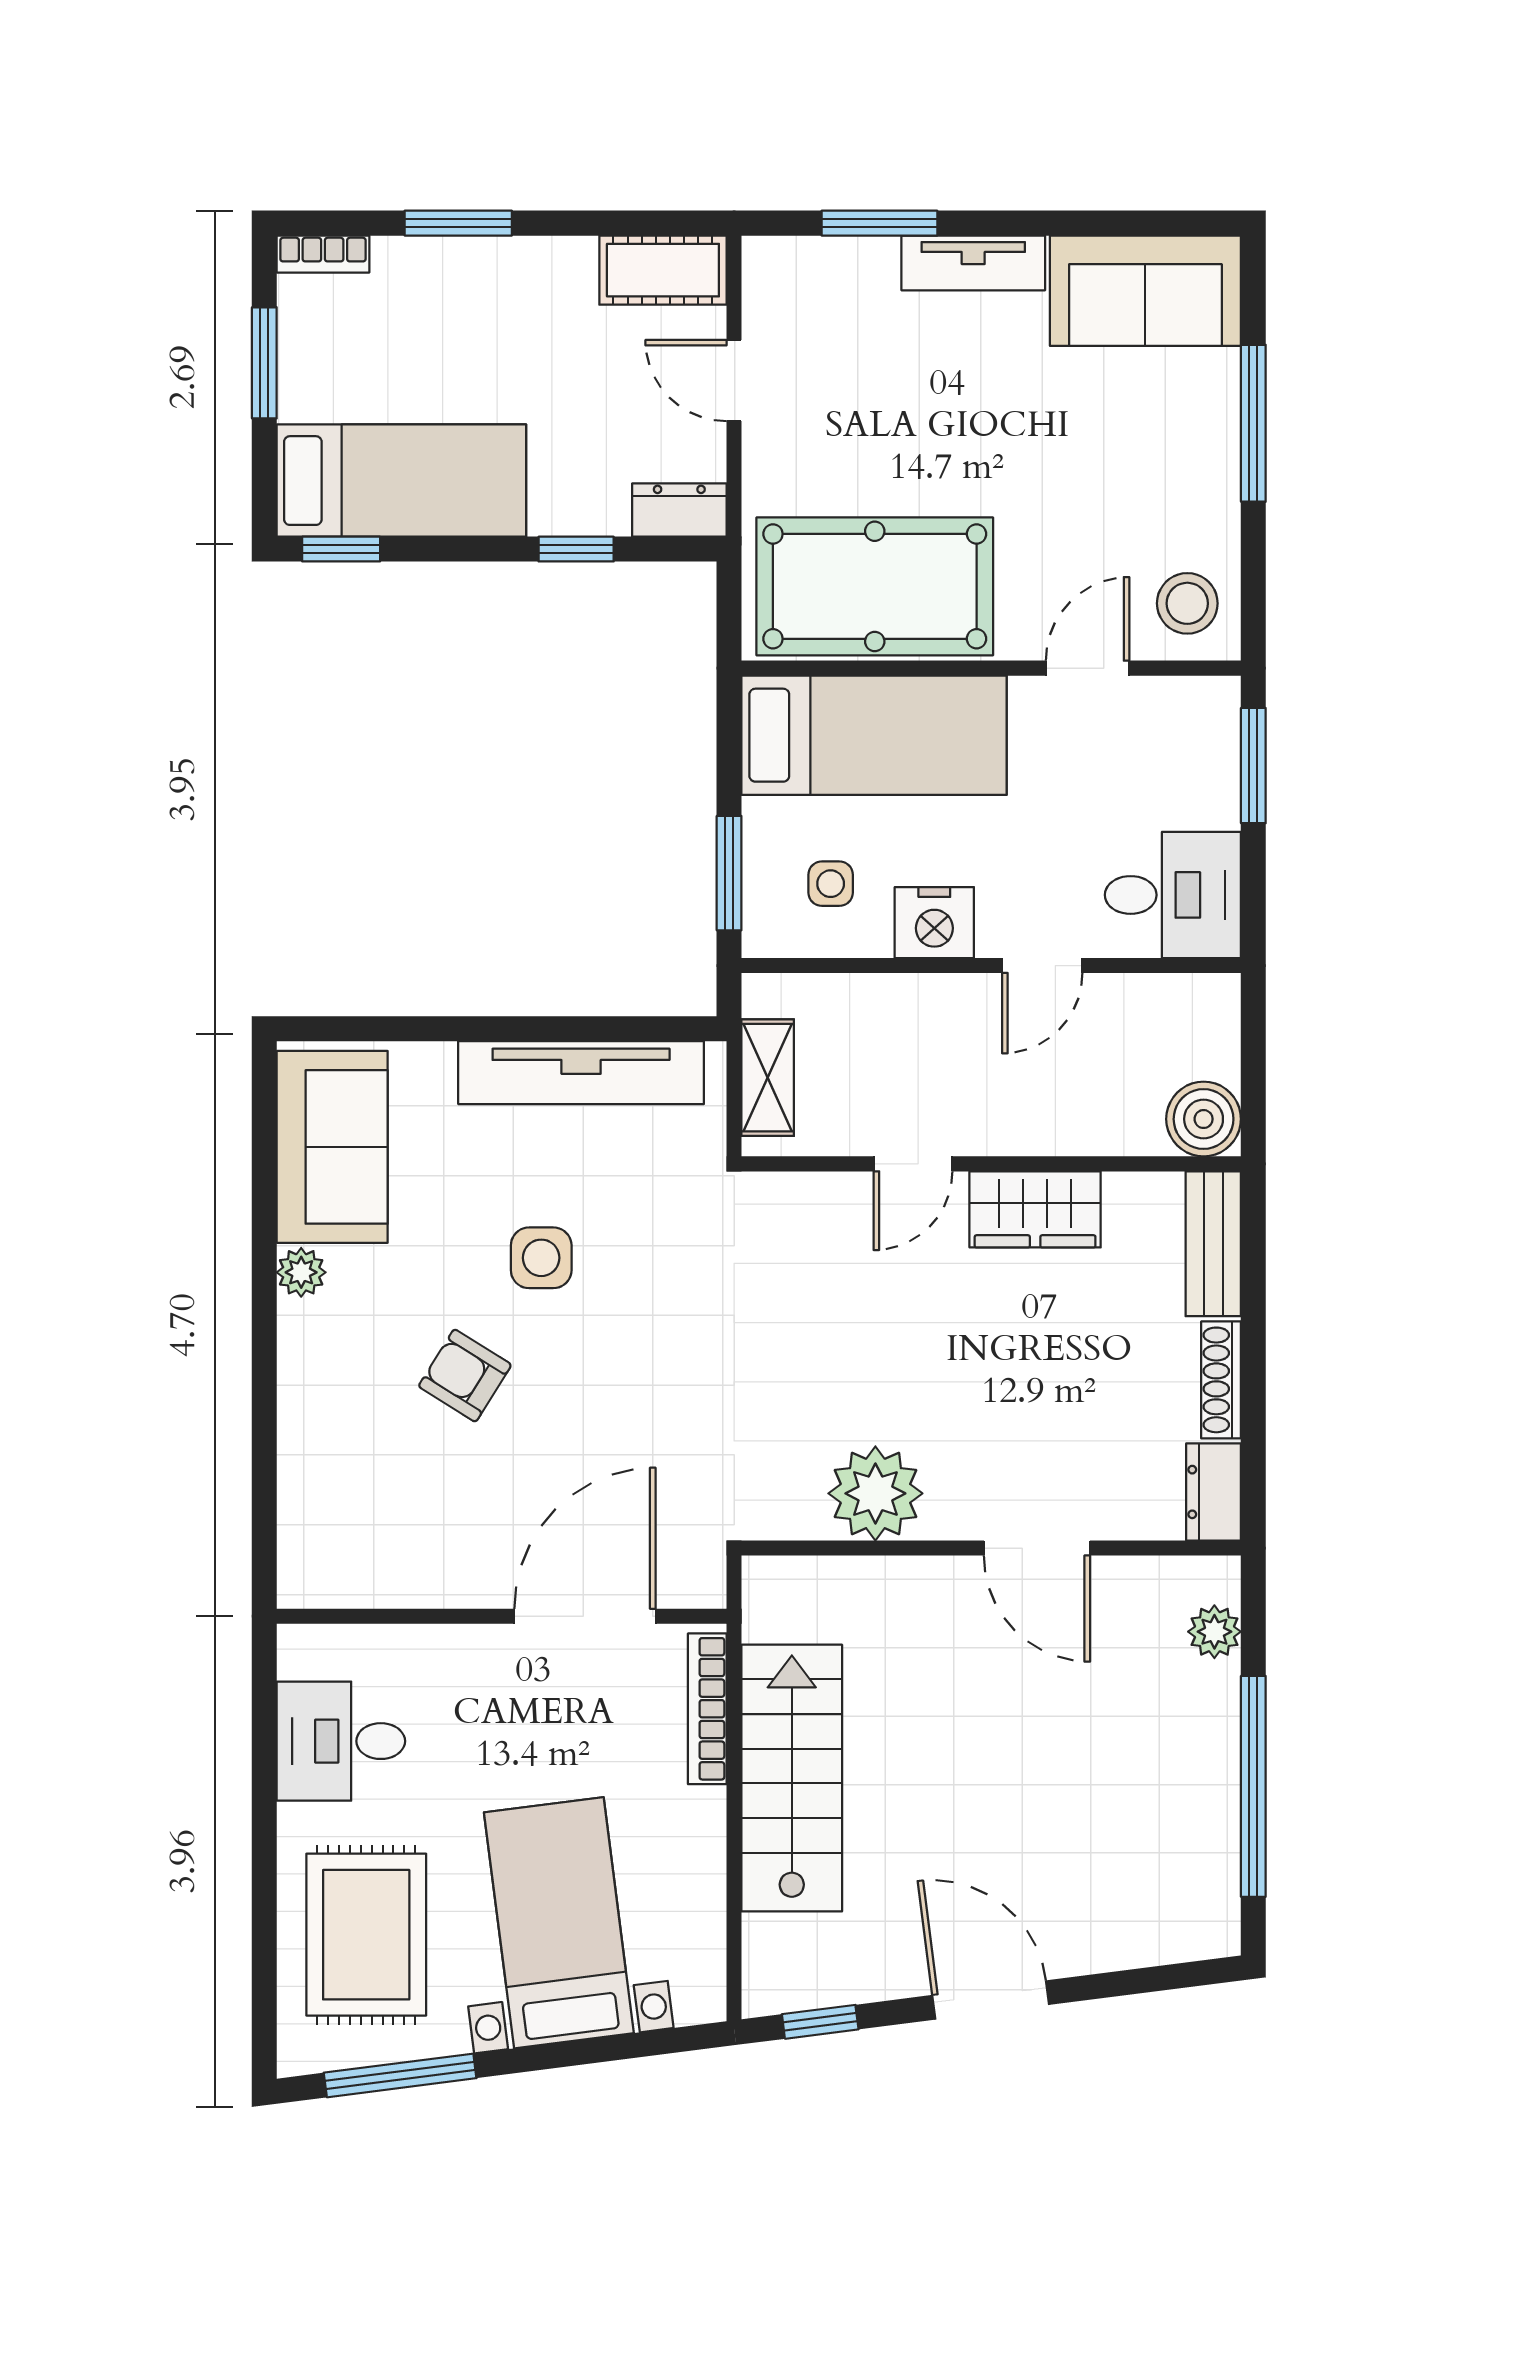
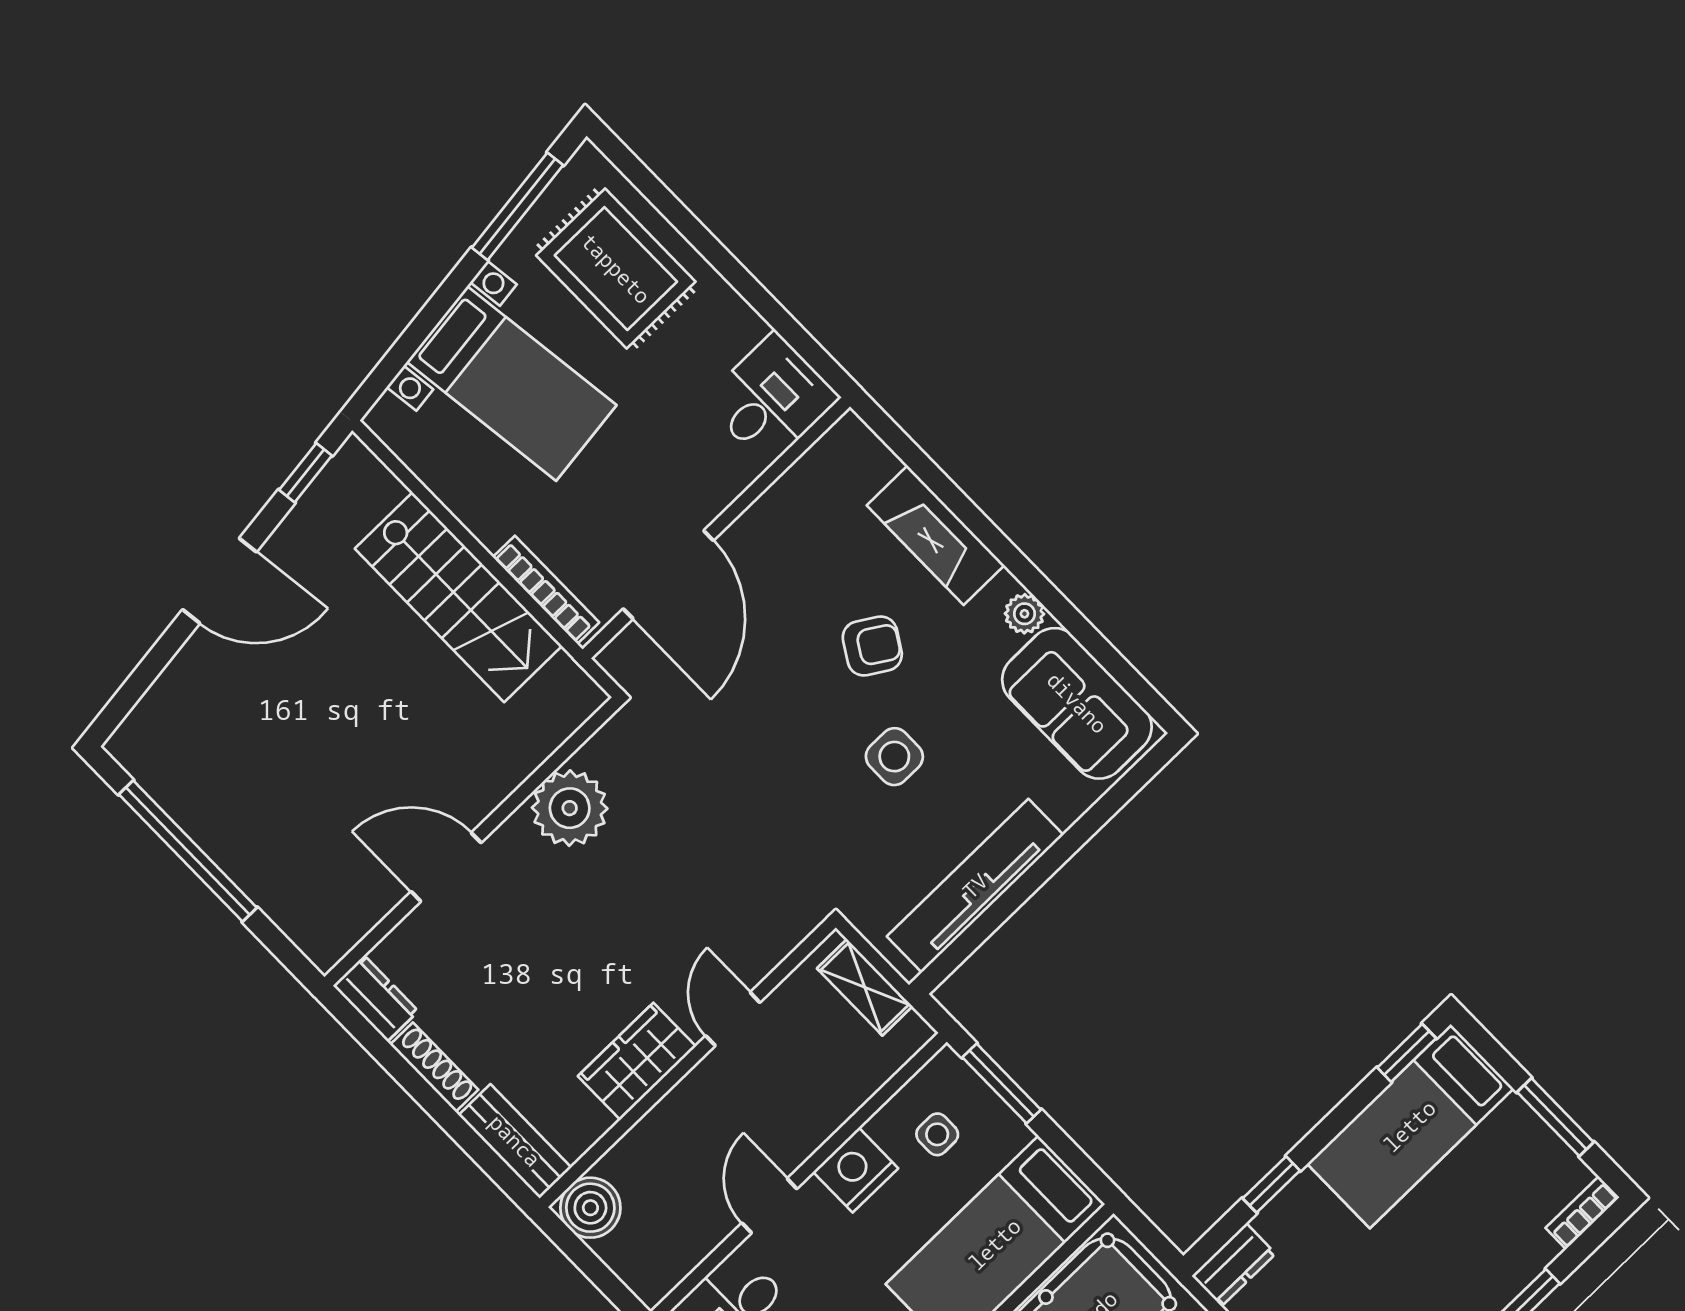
fireplace: (312, 1419) -> (936, 535), added
plant: (1214, 1632) -> (297, 918), removed
desk: (341, 1741) -> (771, 399), moved

